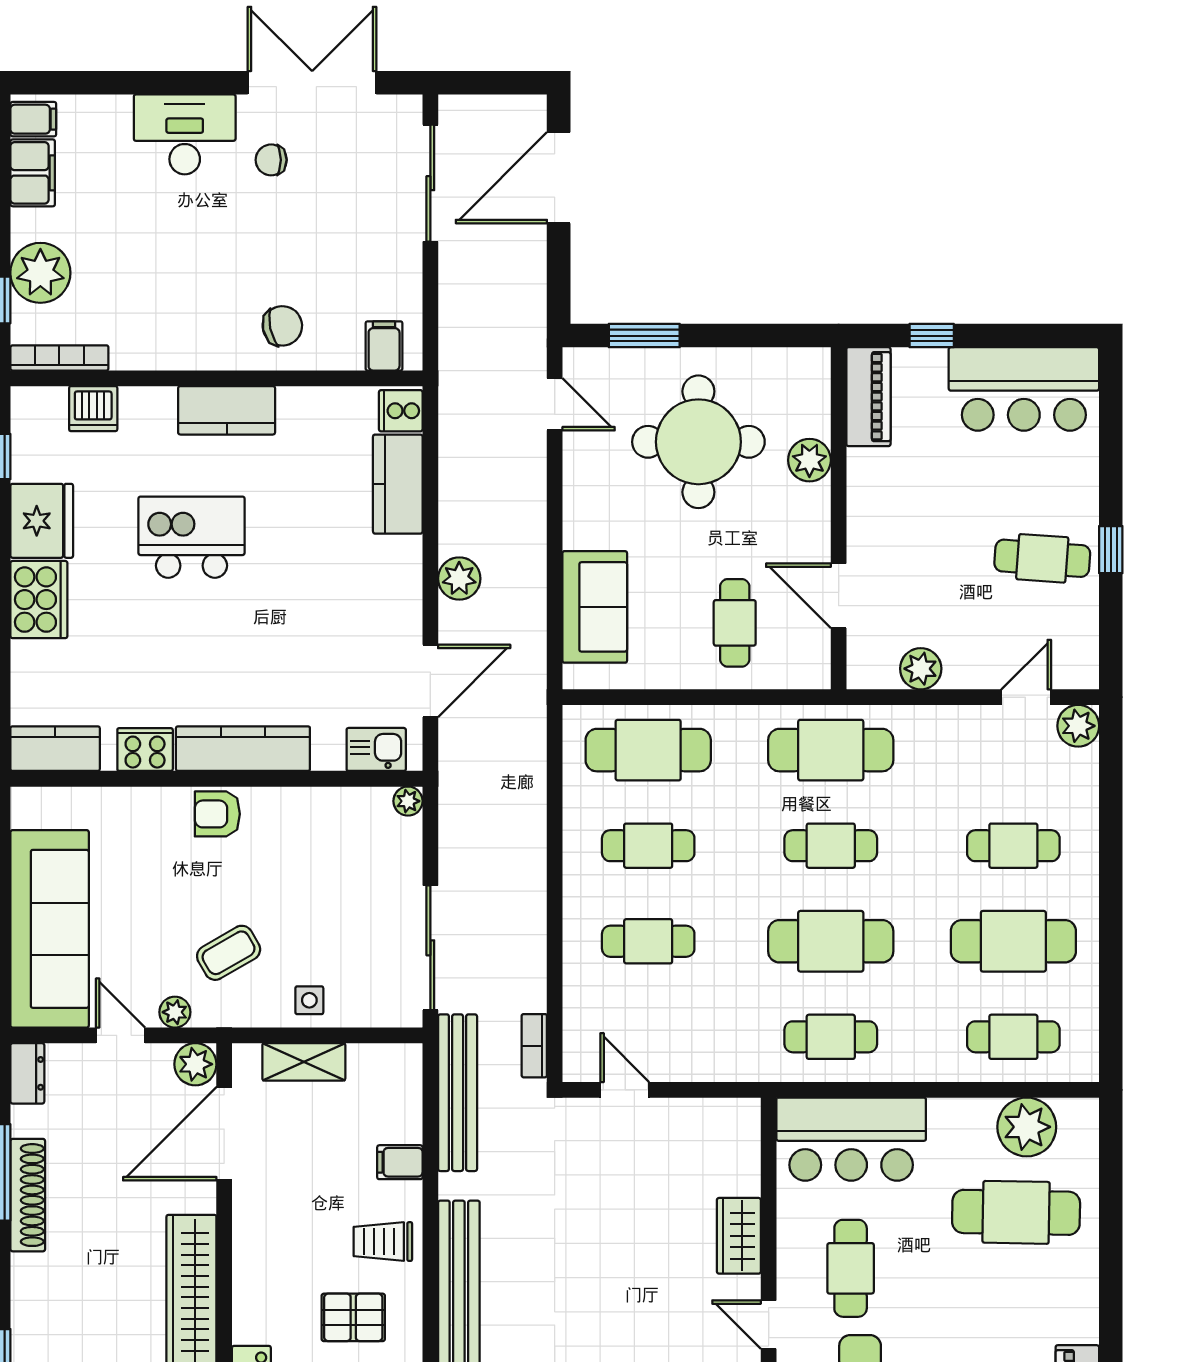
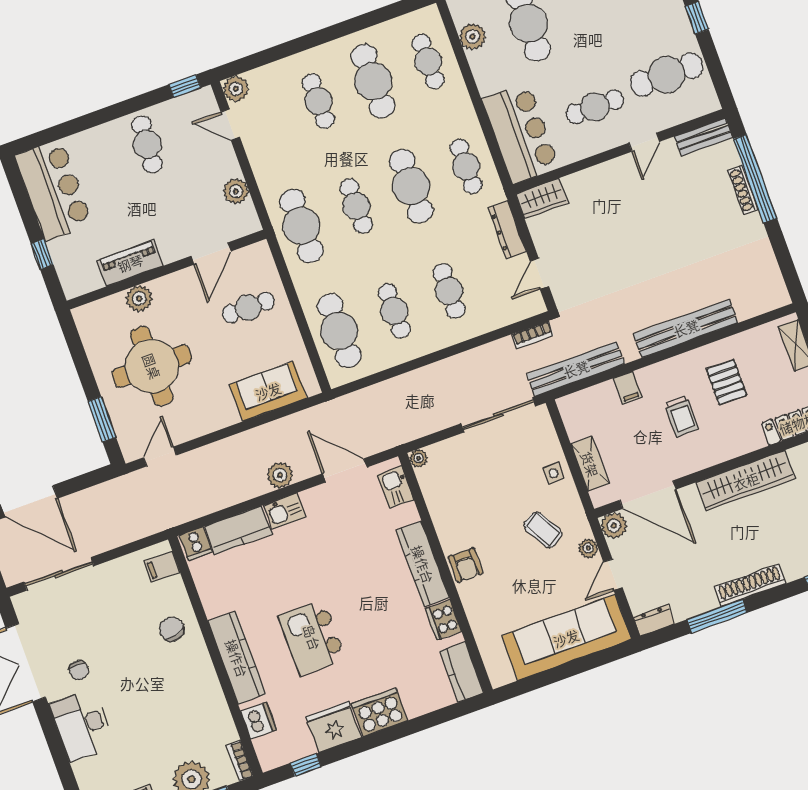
bookcase: (59, 358) -> (240, 761), width x0.64
piano: (868, 397) -> (130, 263), moved
kitchen counter: (227, 410) -> (237, 658), width x1.50
window: (1111, 550) -> (185, 86), moved
kitchen sink: (401, 566) -> (285, 511), added
dresser: (710, 1065) -> (507, 230), added
plant: (1027, 1127) -> (473, 37), width x0.73, depth x0.73
shoe rack: (28, 1195) -> (750, 585), moved
wardrobe: (739, 1236) -> (542, 199), moved
trolley: (383, 1242) -> (681, 416), moved

